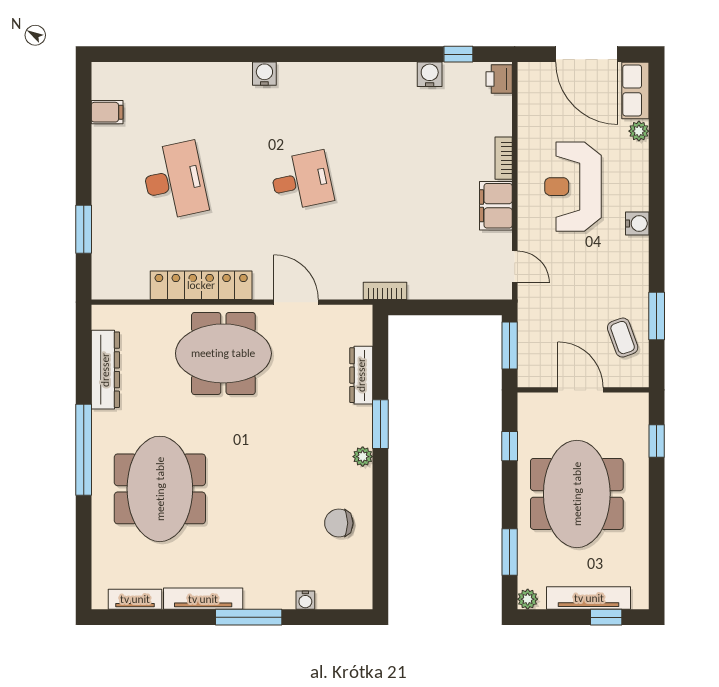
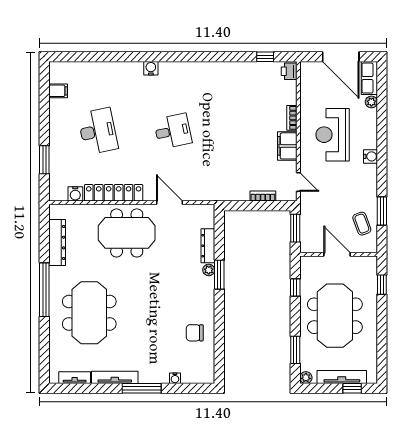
water cooler: (430, 74) -> (75, 194), moved, turned 180
bookcase: (385, 291) -> (263, 196), moved
plant: (363, 457) -> (209, 270), moved

